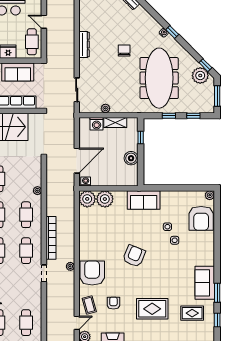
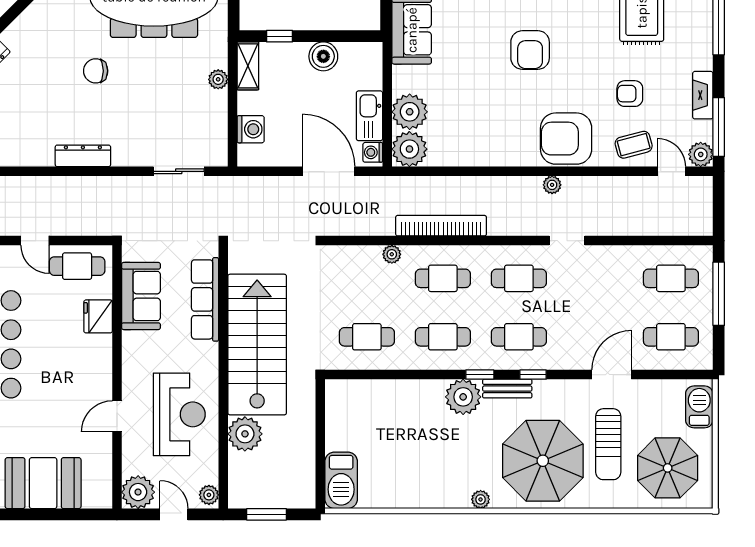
door: (44, 22) -> (35, 241), hinge flipped
plant: (105, 108) -> (218, 79), moved
shelving: (115, 122) -> (248, 66), moved
kitchen sink: (103, 180) -> (369, 116), added
bookcase: (51, 238) -> (441, 226), moved
armchair: (134, 256) -> (530, 50), turned -112

